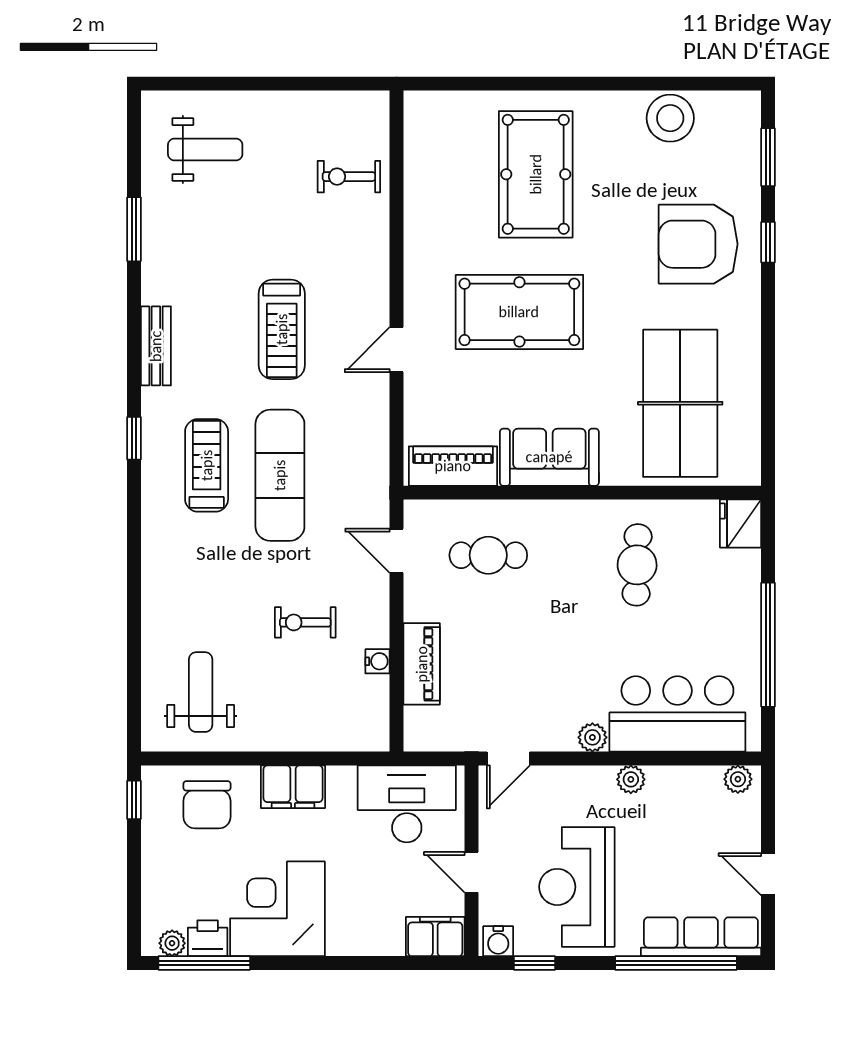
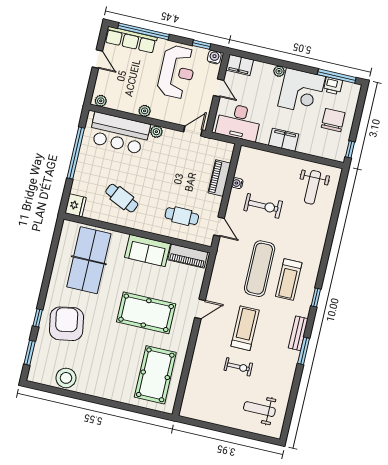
pool table: (536, 174) -> (155, 375), moved
exercise bike: (349, 177) -> (238, 367), moved
window: (134, 229) -> (304, 351), moved
armchair: (698, 244) -> (66, 324), turned -100
cafe table: (637, 565) -> (122, 198), turned -67
exercise bike: (305, 622) -> (263, 206), width x1.38, depth x1.39
chair: (207, 805) -> (333, 120), moved
plant: (172, 943) -> (279, 71), moved

